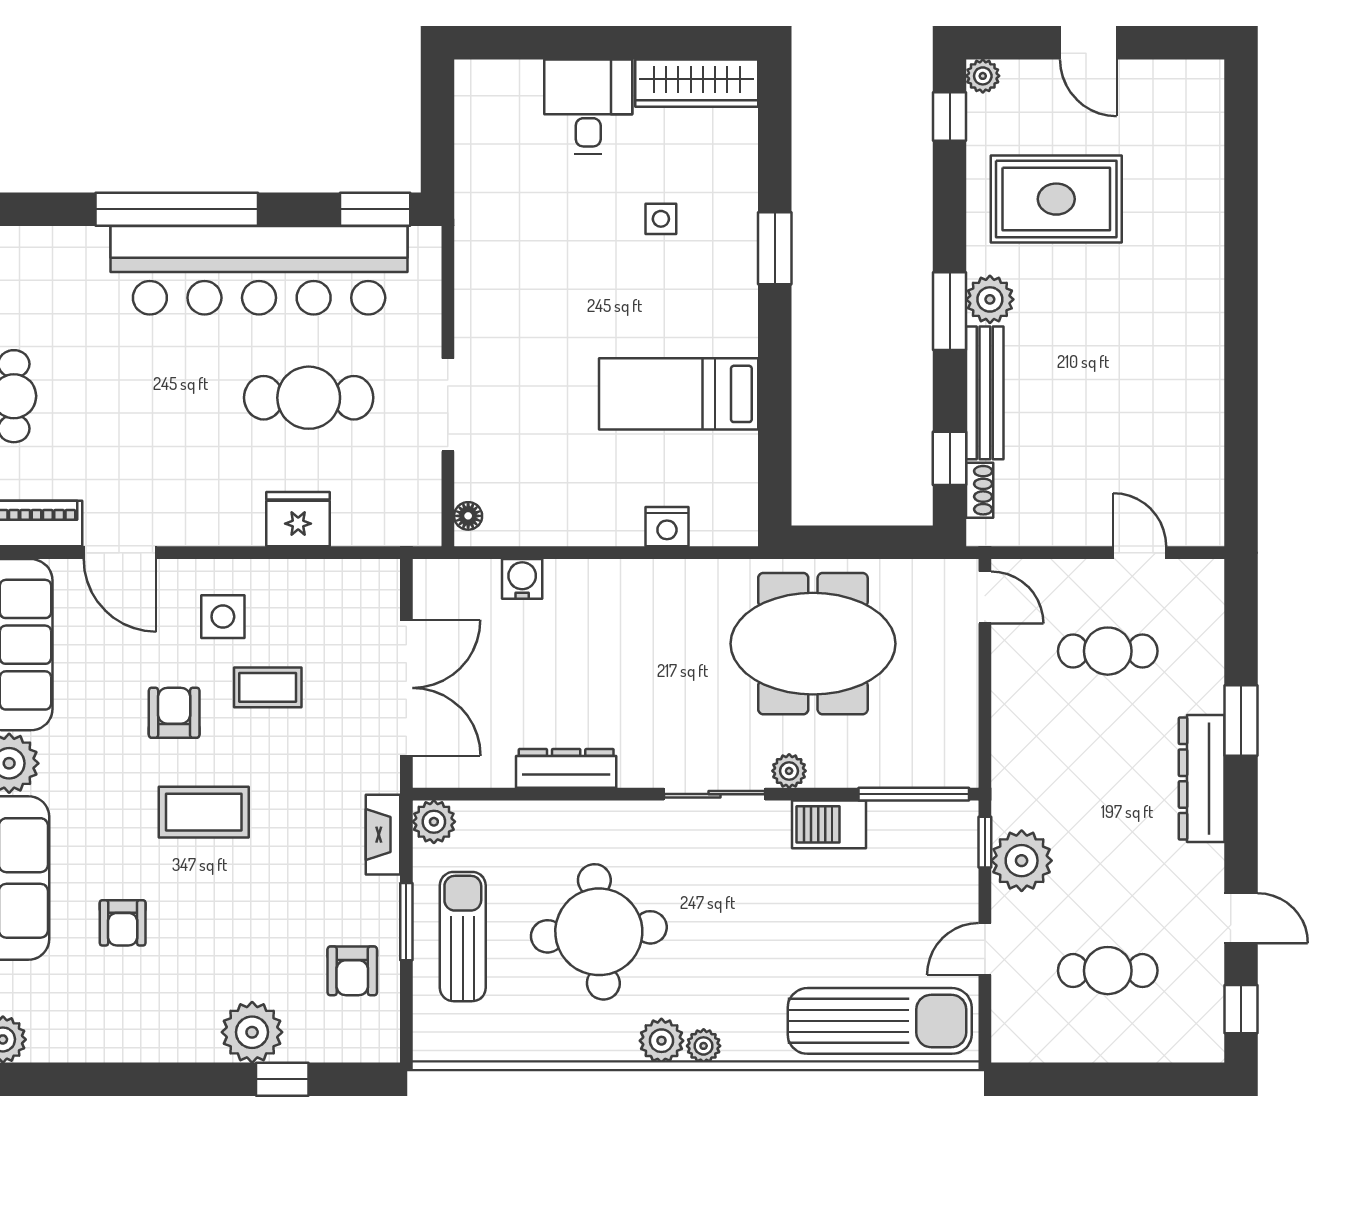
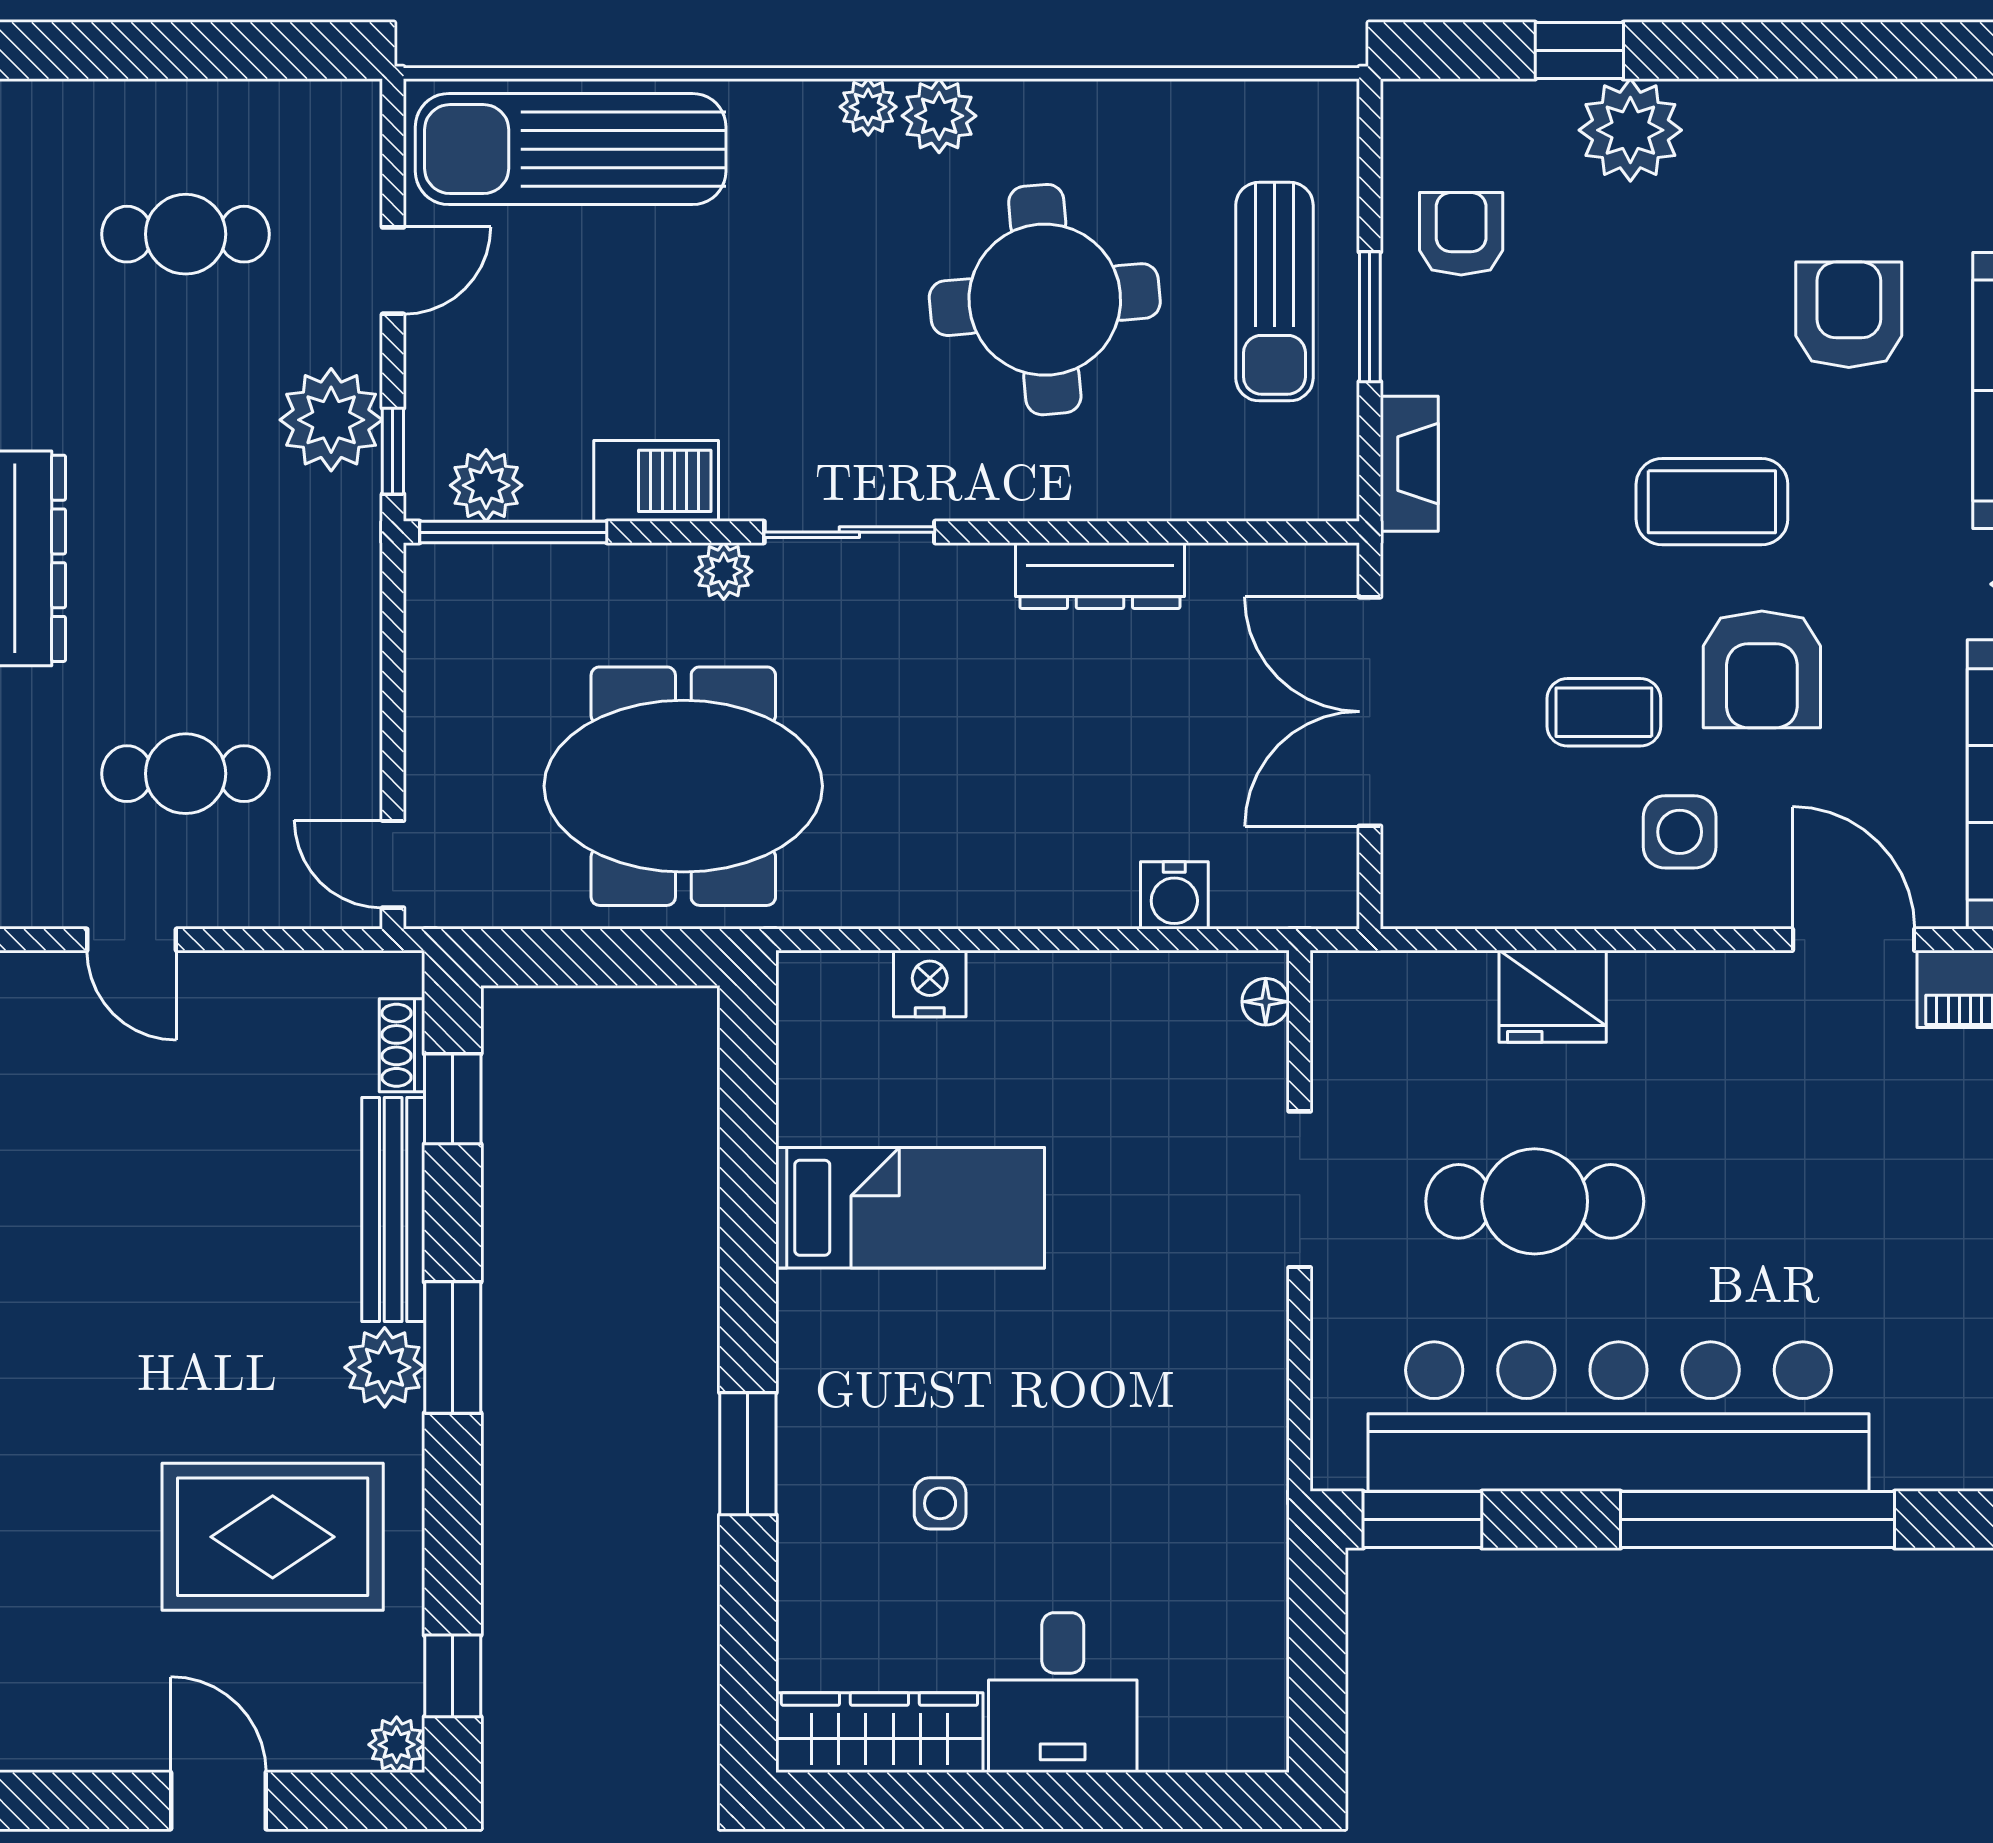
armchair: (174, 713) -> (1762, 669), width x1.38, depth x1.38
plant: (434, 822) -> (486, 485), moved
armchair: (123, 923) -> (1849, 315), width x1.38, depth x1.38

